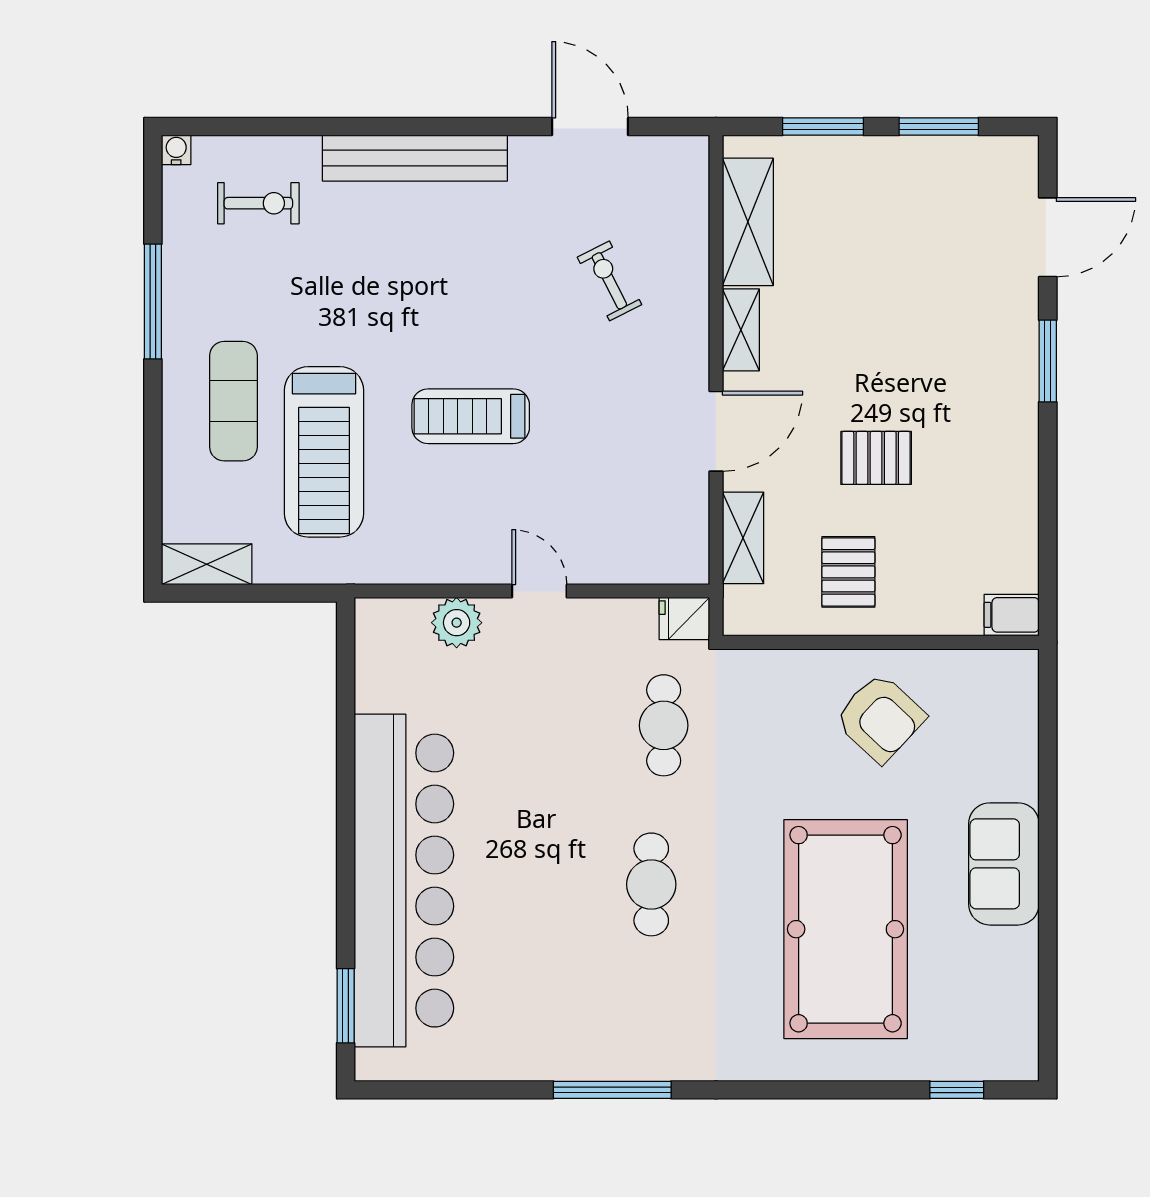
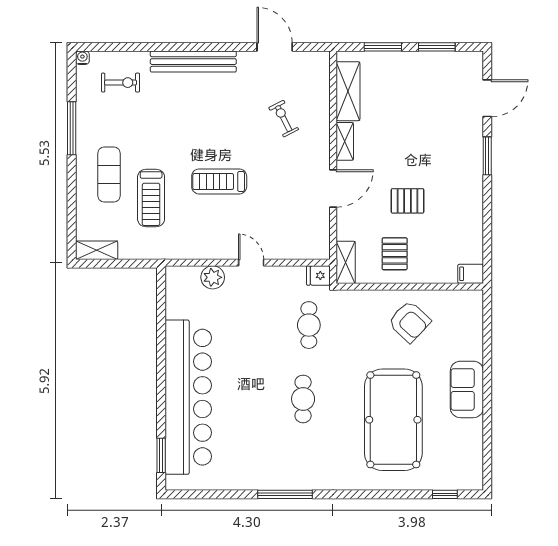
treadmill: (324, 452) -> (151, 198), width x0.73, depth x0.73
shelving: (743, 538) -> (346, 262), moved

